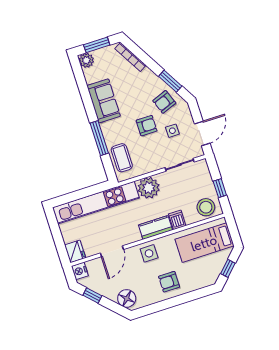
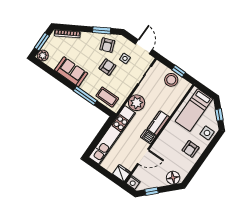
stool: (206, 207) -> (171, 80), moved
dishwasher: (177, 220) -> (148, 137), moved
door: (112, 251) -> (143, 157), hinge flipped
side table: (149, 253) -> (207, 133), moved

